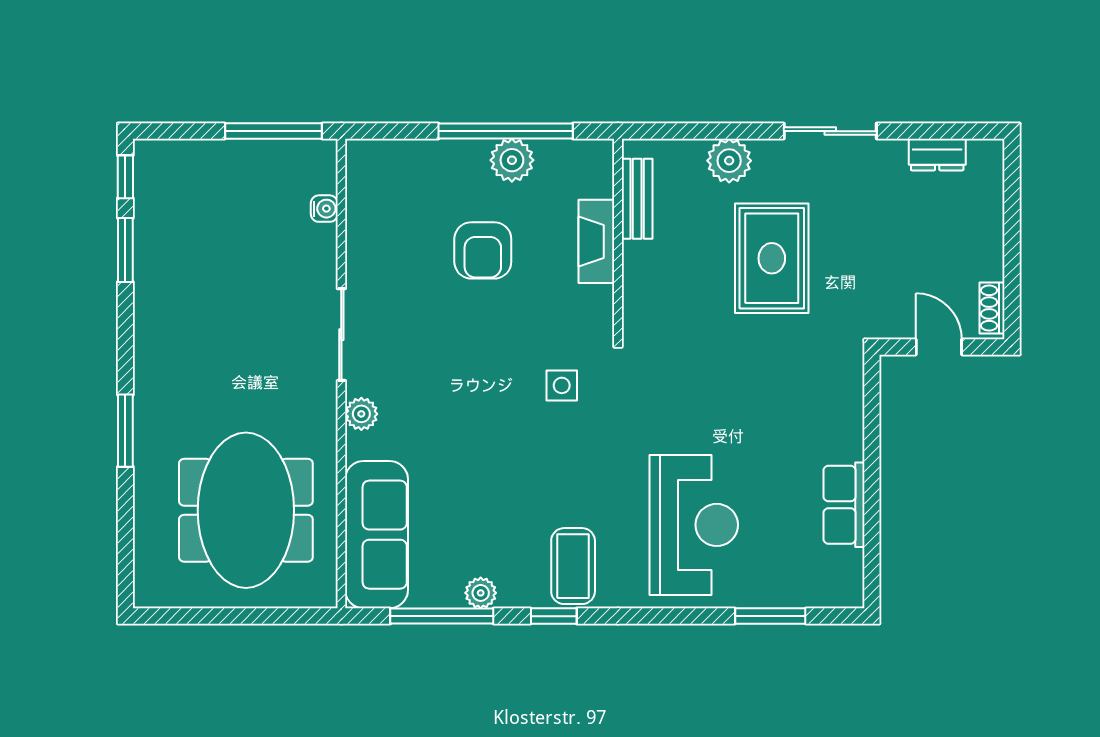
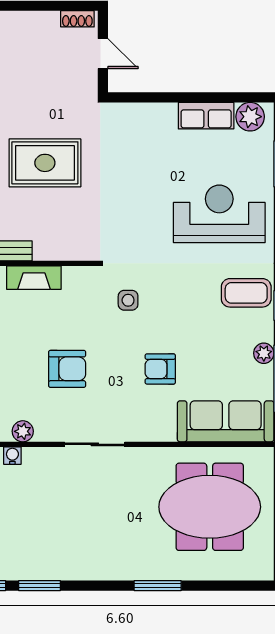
armchair: (483, 250) -> (67, 369), moved
door: (939, 347) -> (103, 54), swing flipped
plant: (361, 414) -> (23, 431), moved
armchair: (457, 435) -> (160, 369), added
plant: (842, 572) -> (250, 117), added

